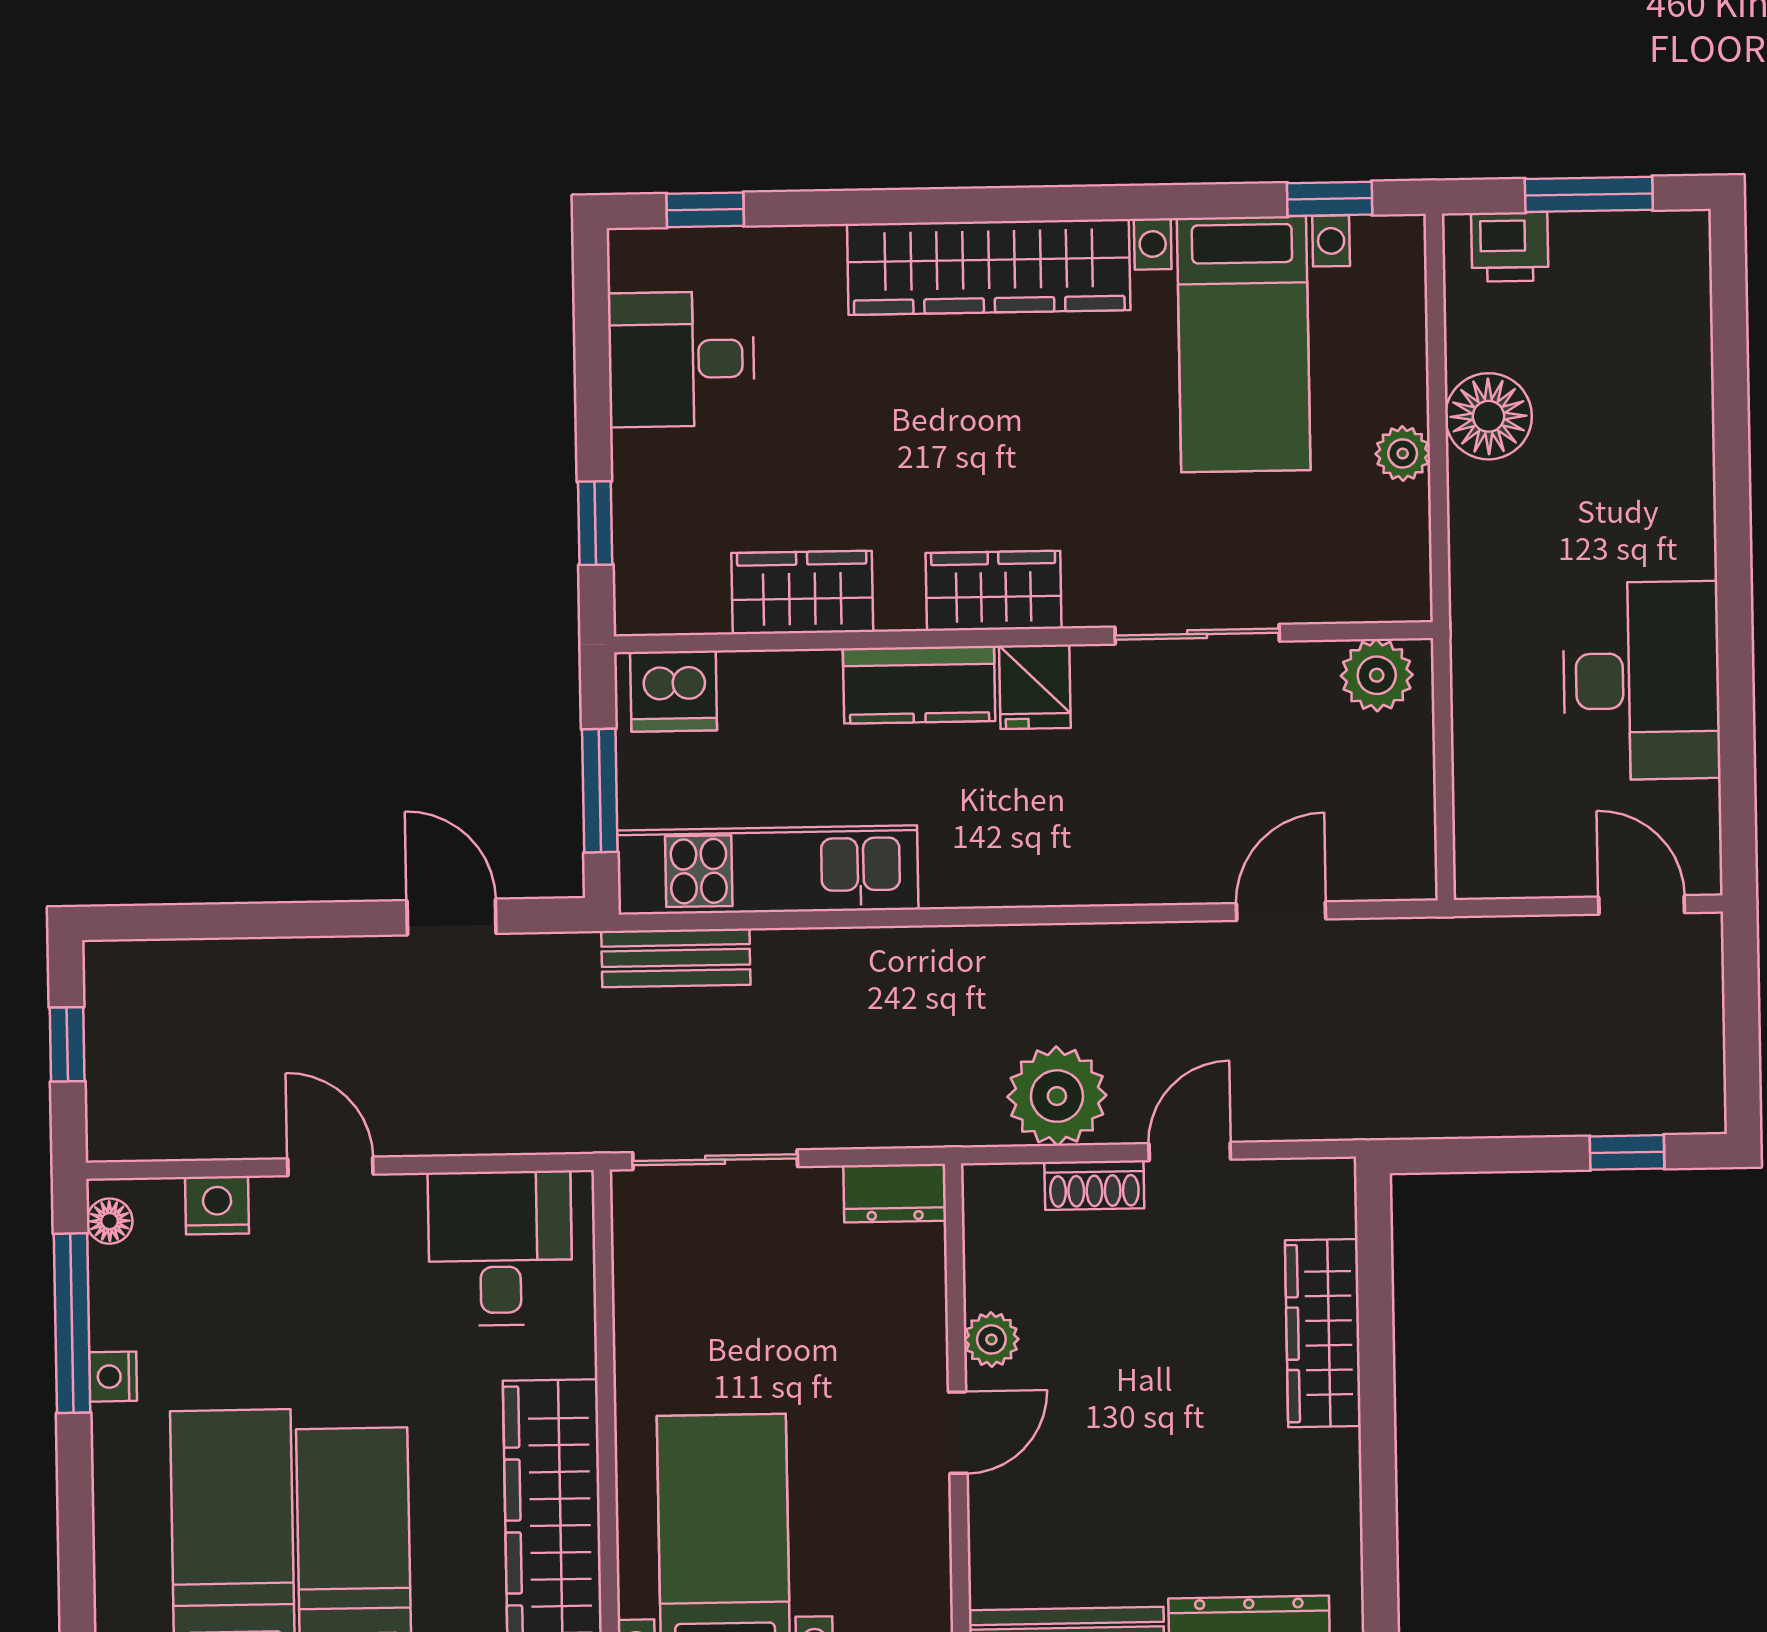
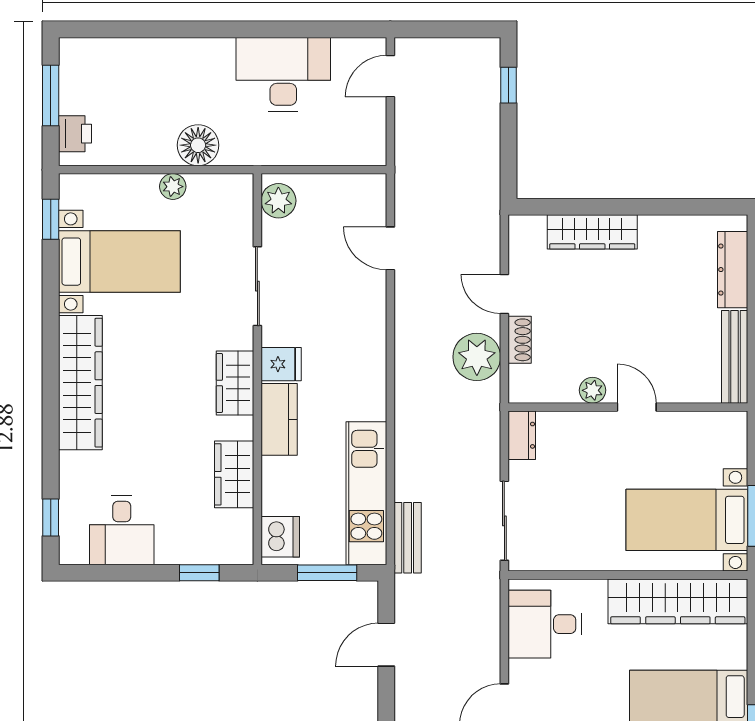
floor lamp: (1488, 416) -> (198, 145), moved

